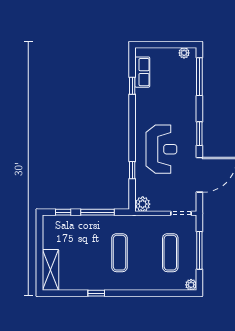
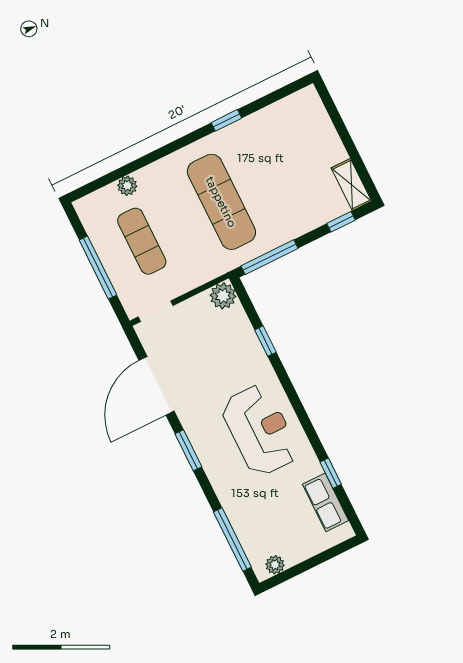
reception desk: (161, 149) -> (260, 430), moved, turned 180
window: (97, 212) -> (269, 257), moved
exercise mat: (119, 253) -> (221, 202), width x1.36, depth x1.45
shelving: (50, 270) -> (351, 185), moved, width x0.67, depth x0.75
plant: (191, 285) -> (127, 186), moved

